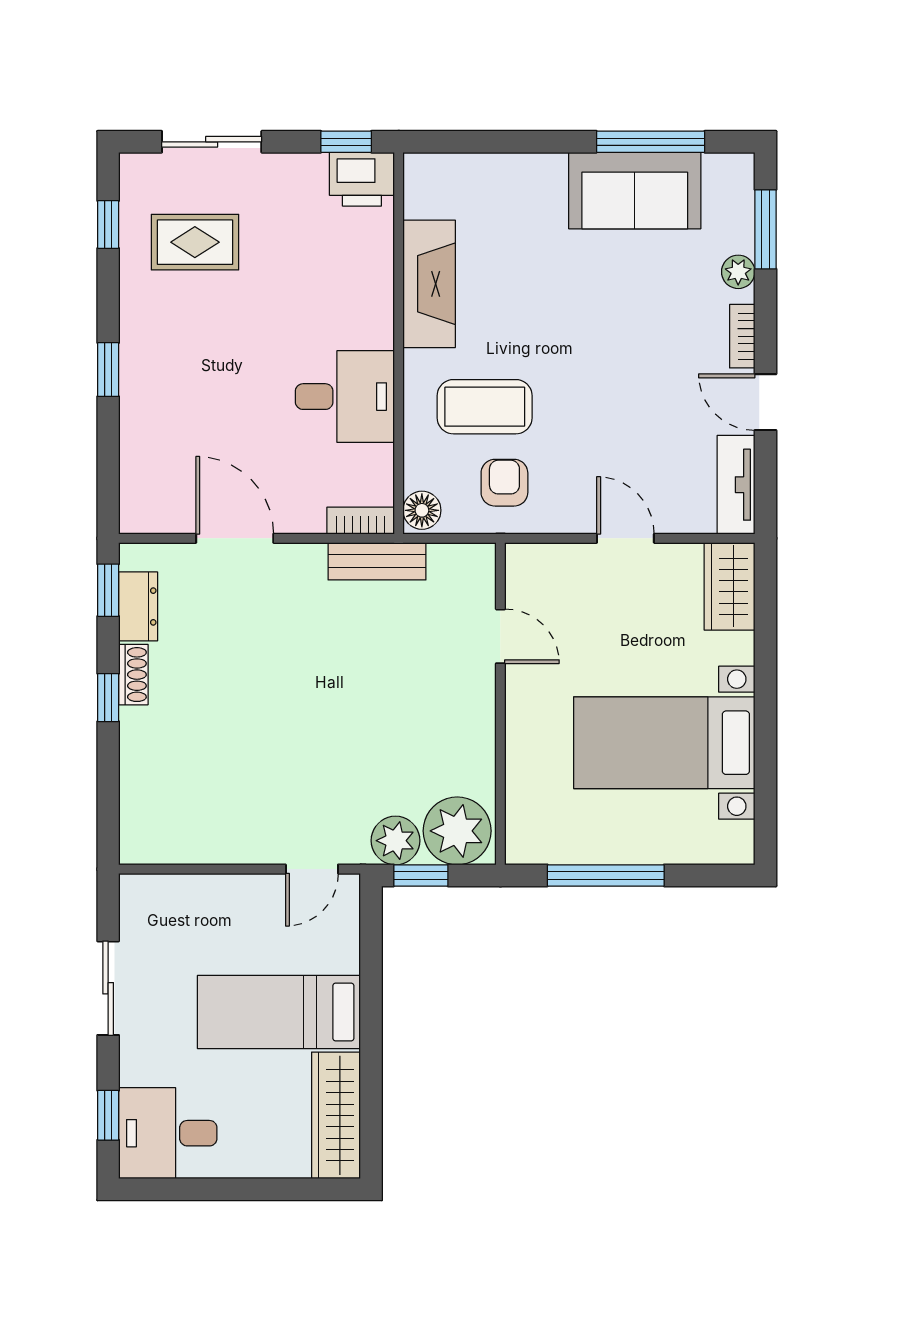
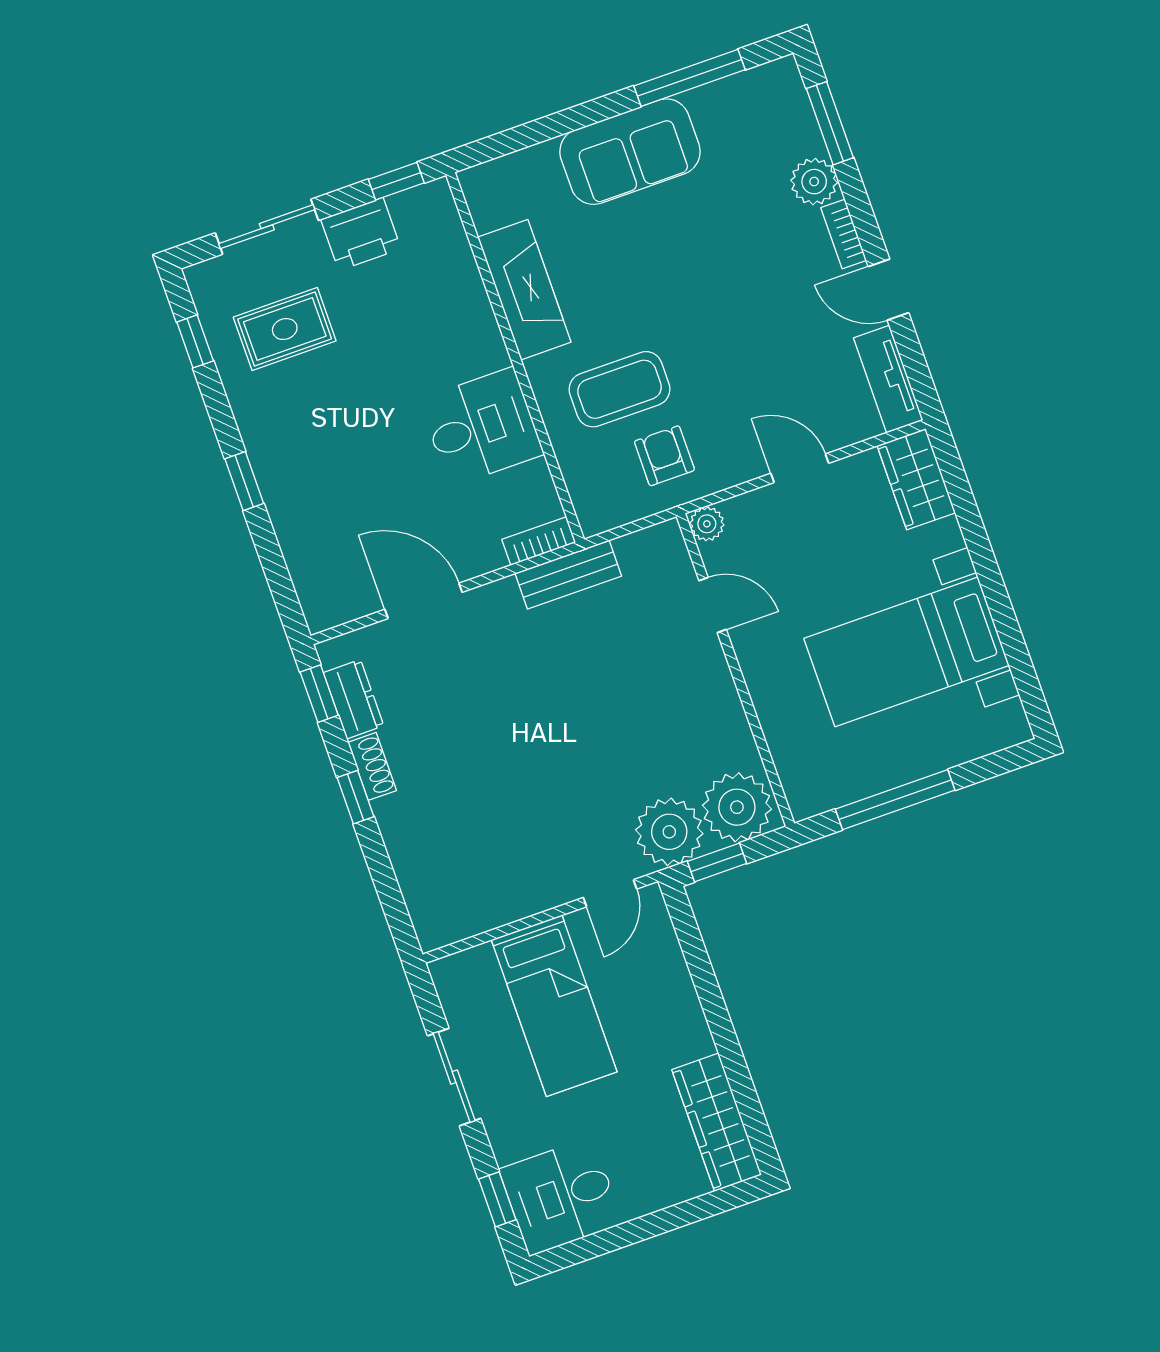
printer: (362, 179) -> (361, 234), moved
sofa: (635, 191) -> (630, 152), moved
plant: (738, 272) -> (814, 182), width x1.38, depth x1.38
floor lamp: (422, 510) -> (594, 510), removed
plant: (522, 559) -> (707, 524), added
plant: (395, 841) -> (669, 832), width x1.36, depth x1.36
bed: (279, 1012) -> (554, 1006), moved, turned -90

